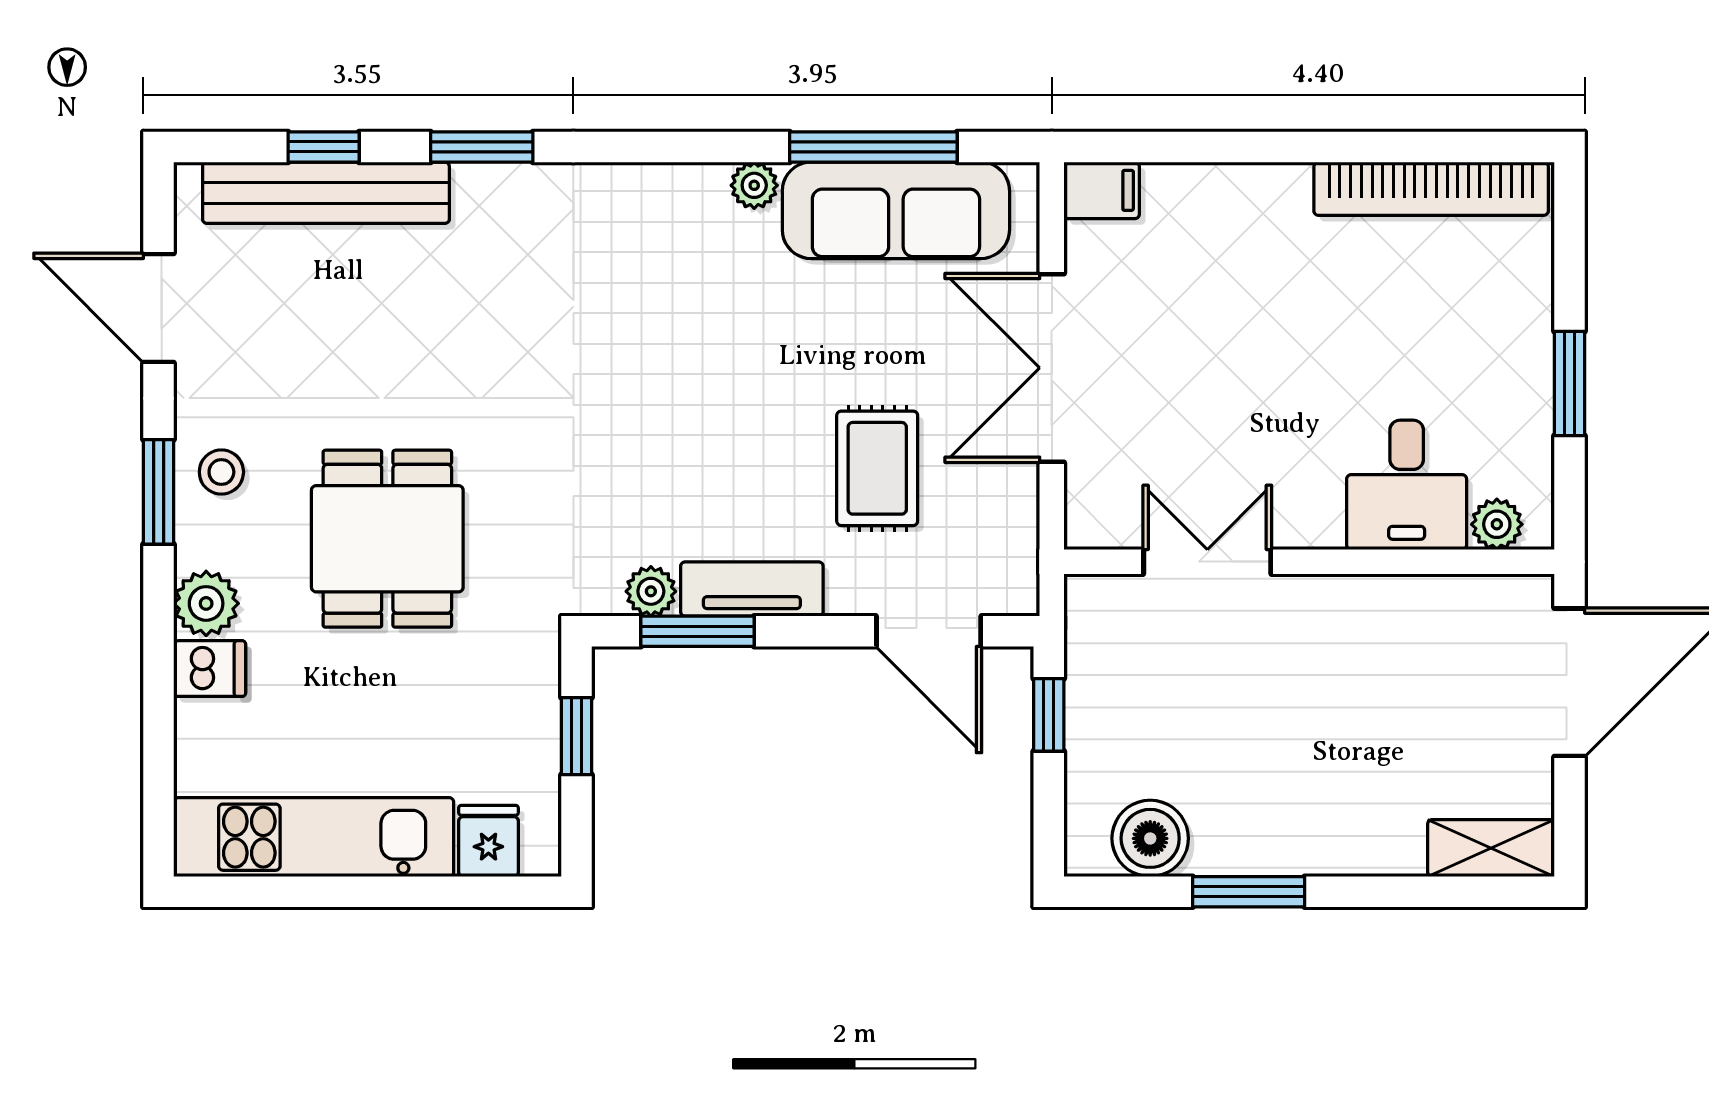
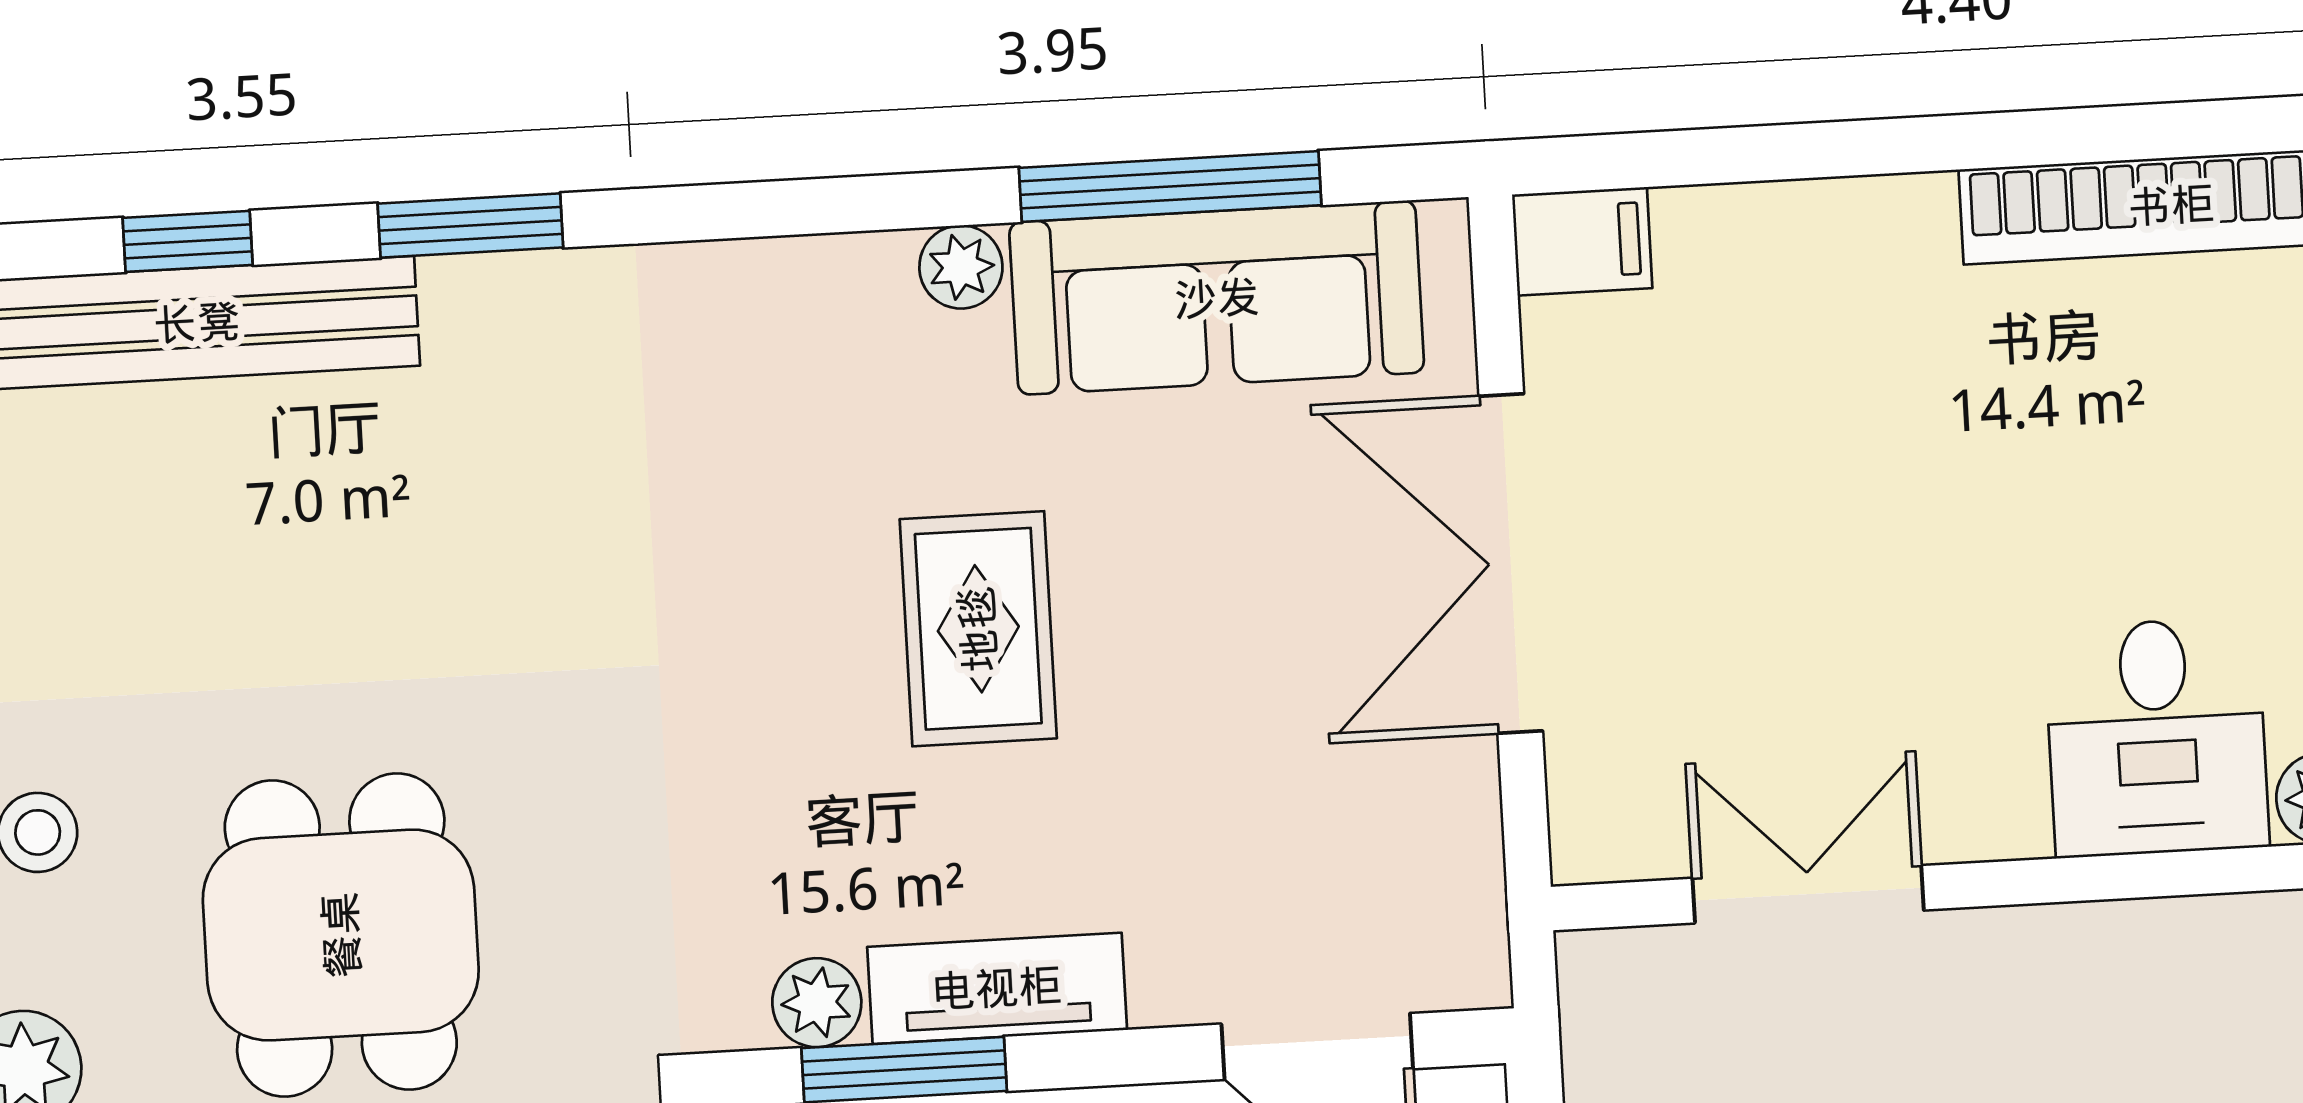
rug: (877, 468) -> (978, 629), moved

